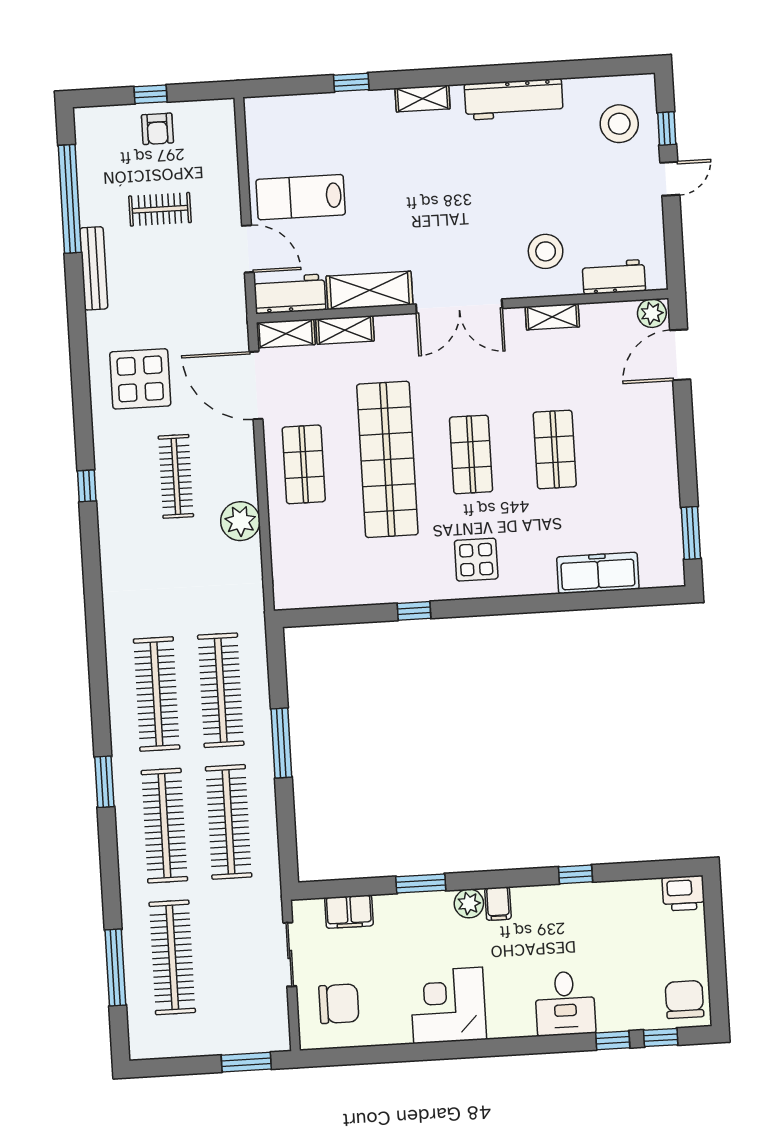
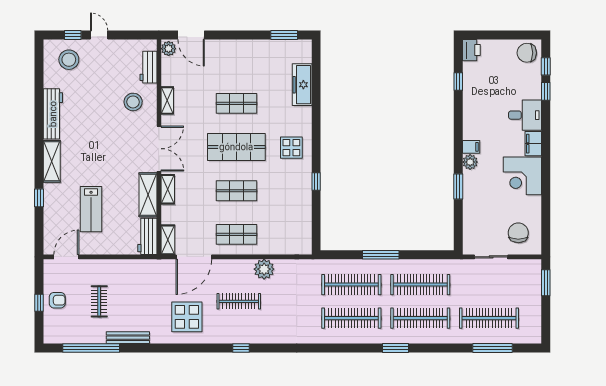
shelving: (423, 98) -> (52, 161), width x1.50, depth x1.33
lab bench: (301, 197) -> (91, 209), moved
door: (248, 249) -> (66, 257), moved
shelving: (345, 330) -> (168, 189), moved
shop shelf: (471, 454) -> (236, 147), width x1.43, depth x1.36
shop shelf: (387, 459) -> (236, 191), width x0.50, depth x0.74
window: (575, 874) -> (458, 81), moved
filing cabinet: (349, 912) -> (533, 144), moved, turned 180

